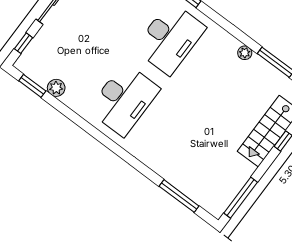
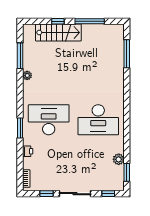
desk: (124, 99) -> (98, 120), turned 180
window: (241, 198) -> (90, 21), moved

